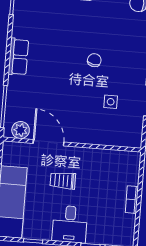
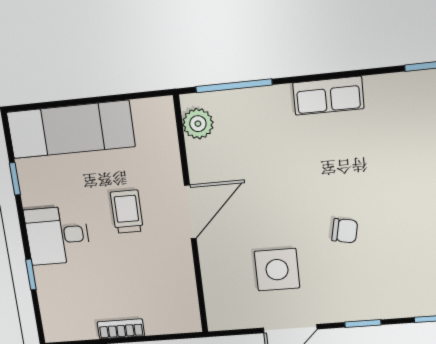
side table: (111, 102) -> (277, 270), width x1.87, depth x1.87
door: (49, 143) -> (190, 212), moved

